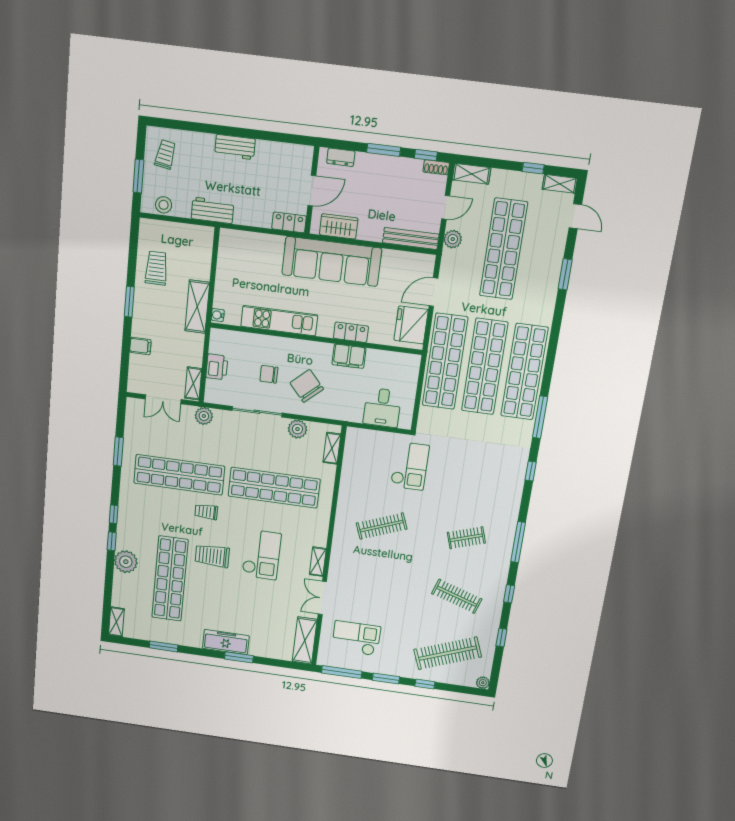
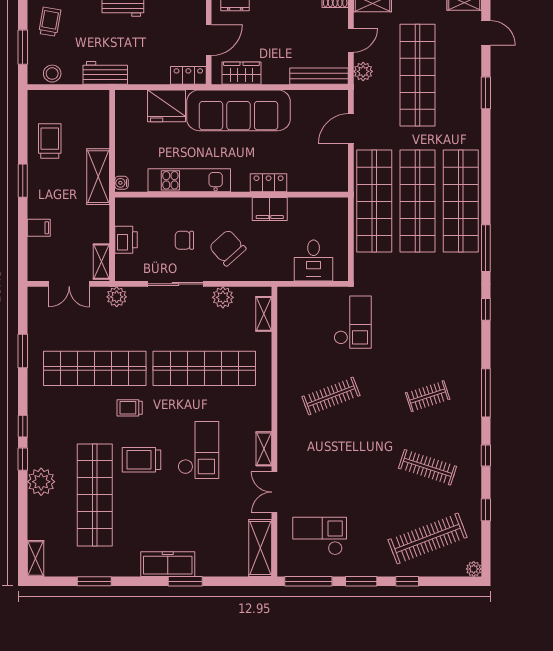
fridge: (411, 325) -> (166, 106), moved, turned -90

